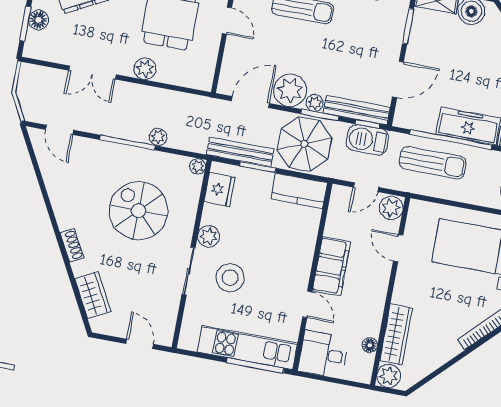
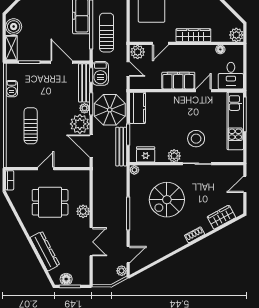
plant: (158, 137) -> (122, 271), moved
wardrobe: (396, 334) -> (193, 35), moved

